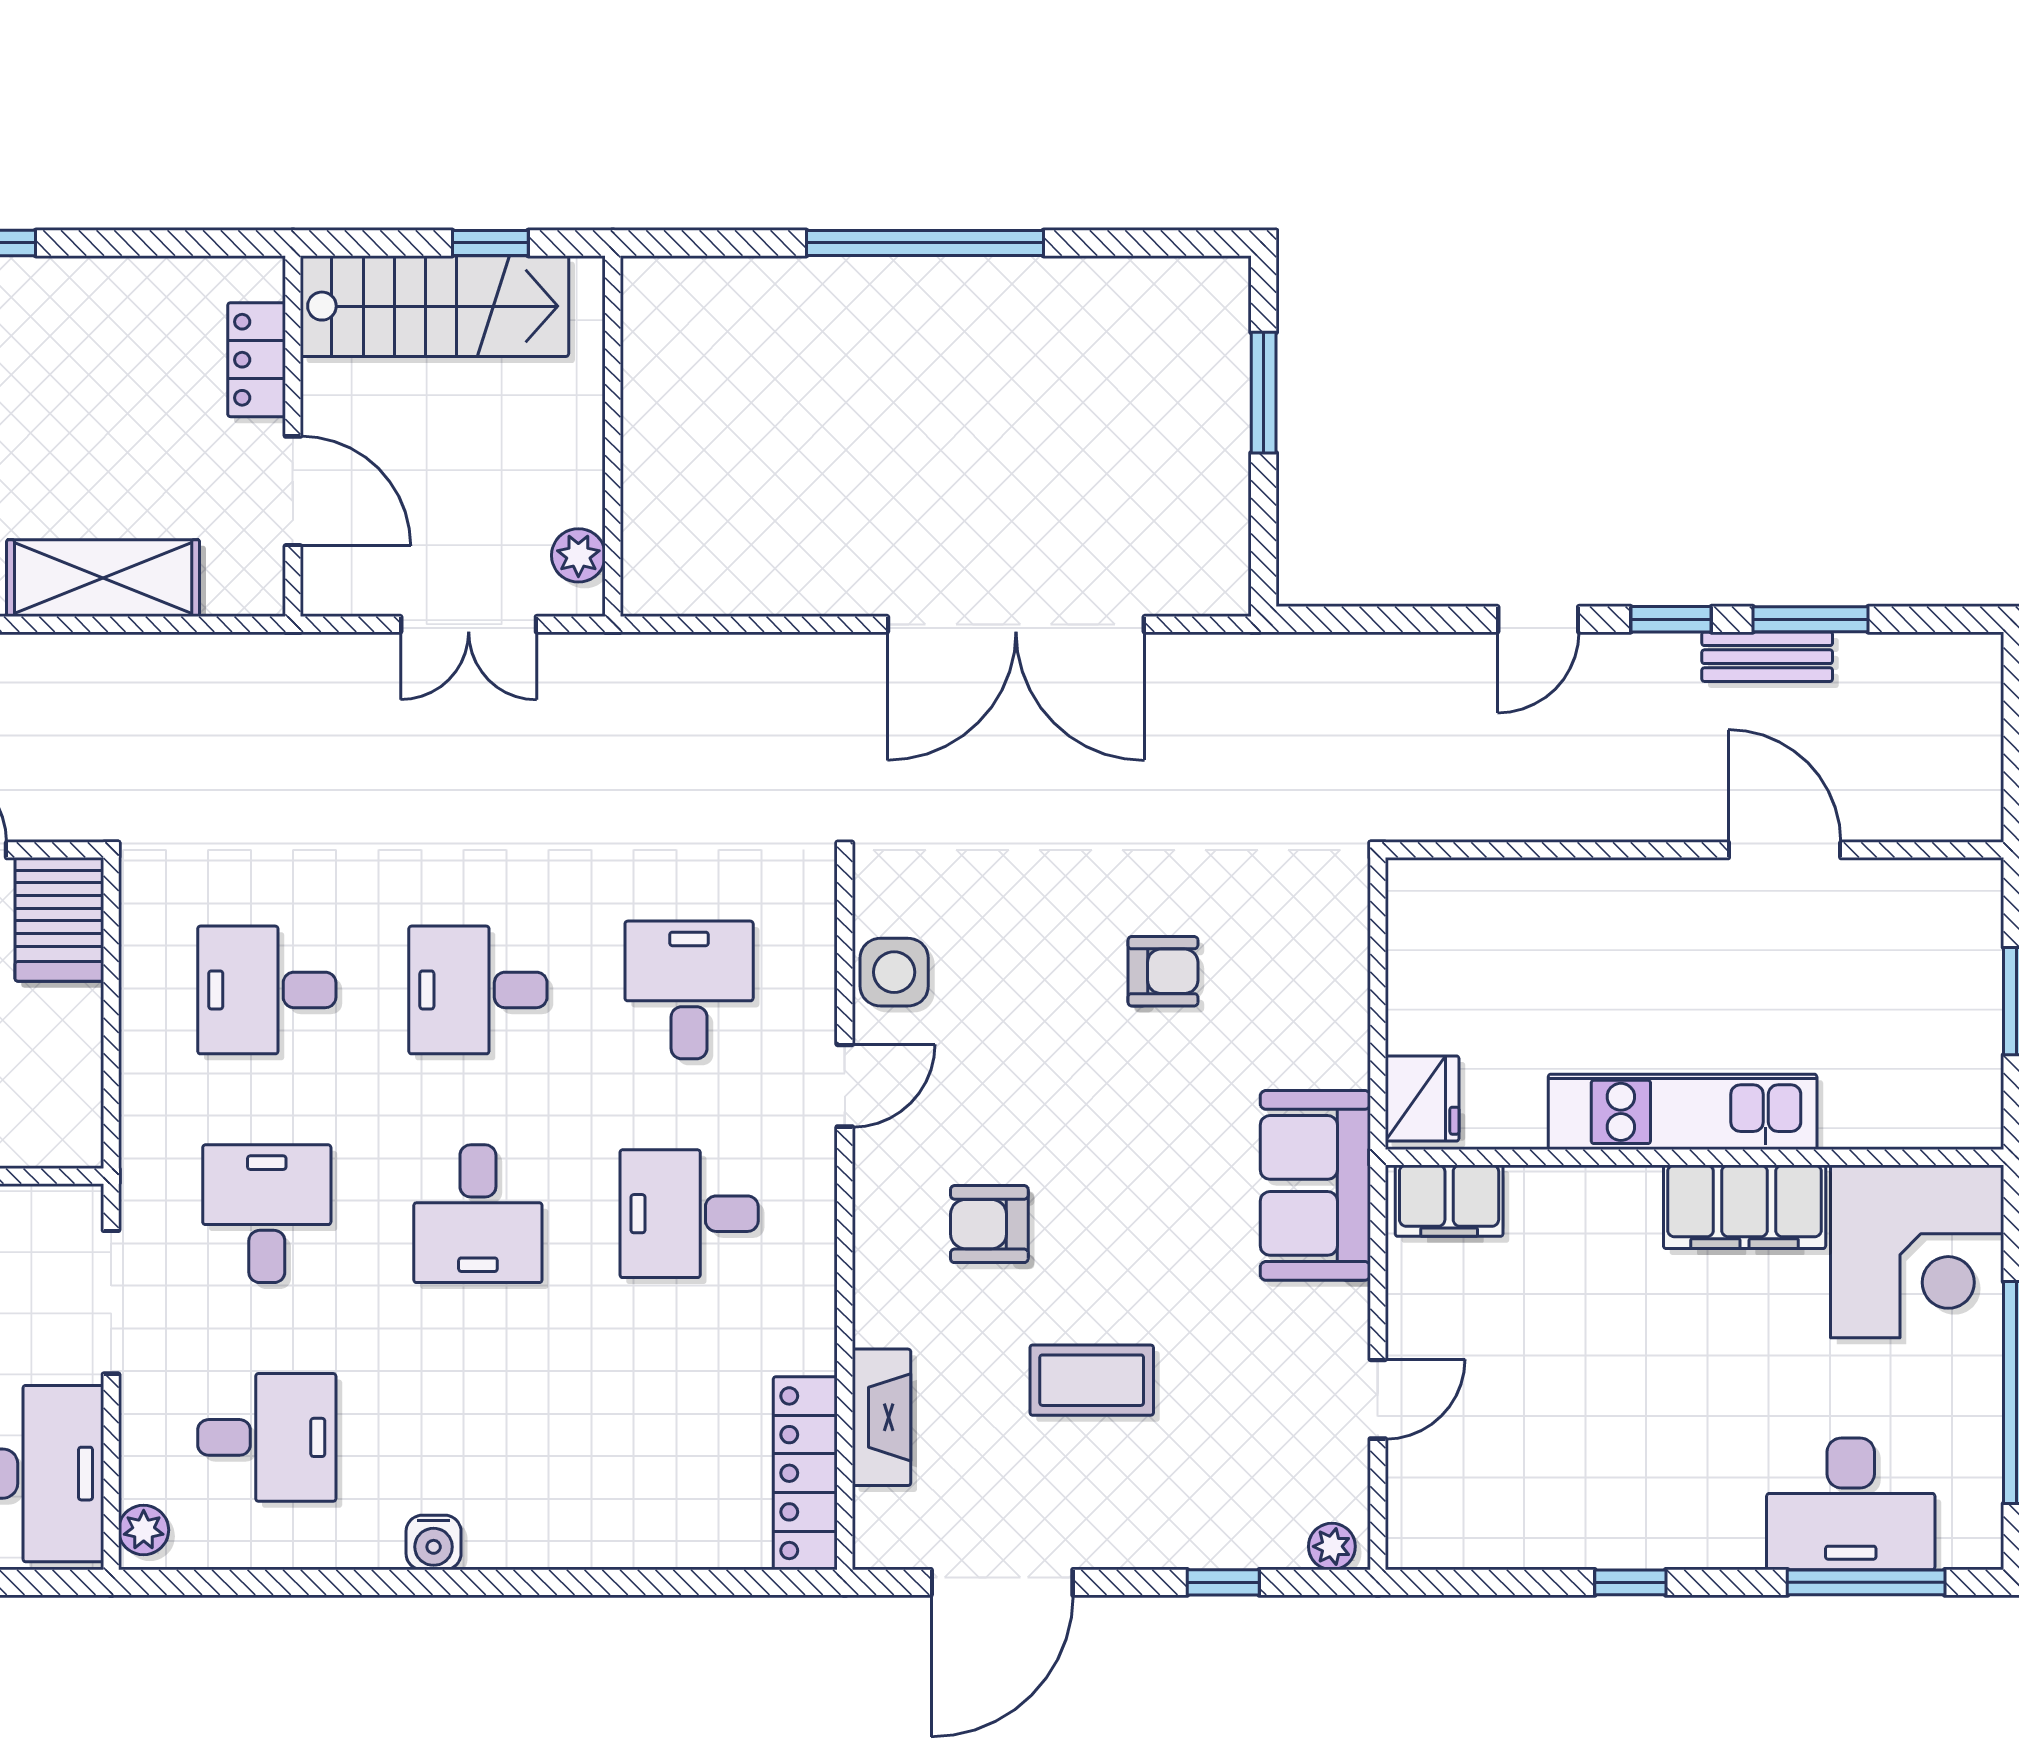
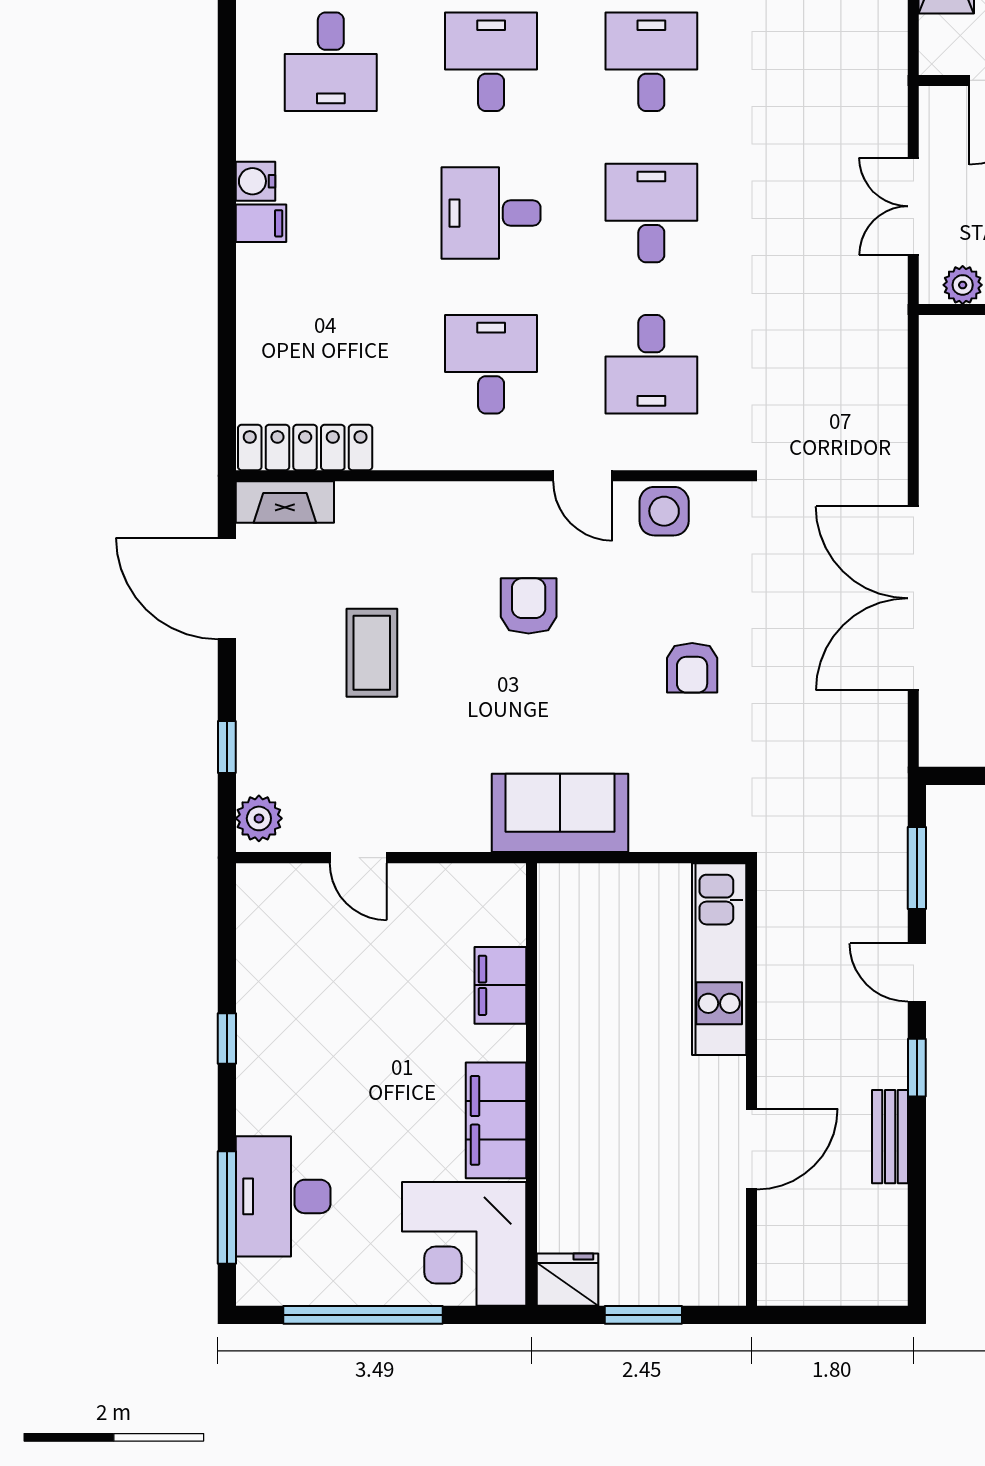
window: (1811, 619) -> (917, 868), moved
armchair: (1163, 971) -> (692, 668), moved
desk: (689, 990) -> (651, 364), turned 90
fridge: (1422, 1098) -> (567, 1280), moved, turned 180
kitchen unit: (1683, 1112) -> (719, 959), moved, turned 180
sofa: (1315, 1185) -> (560, 813), moved
filing cabinet: (1449, 1201) -> (500, 985), moved
desk: (267, 1214) -> (491, 62), turned -90
armchair: (989, 1224) -> (529, 606), moved
fireplace: (881, 1417) -> (285, 502), moved
filing cabinet: (492, 1535) -> (261, 223), added
plant: (1332, 1546) -> (259, 818), width x1.38, depth x1.38

